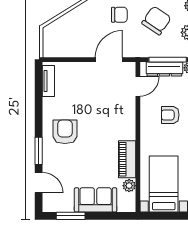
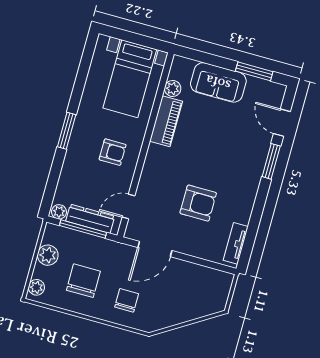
chair: (119, 15) -> (127, 300), turned 90
chair: (156, 21) -> (83, 281), turned 146
armchair: (170, 115) -> (113, 152), moved
armchair: (65, 132) -> (198, 203), moved, turned -90

